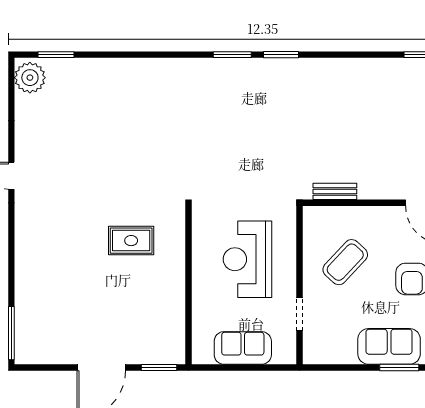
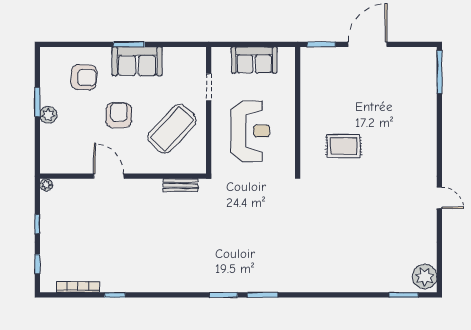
coffee table: (345, 262) -> (172, 129), width x1.36, depth x1.32

